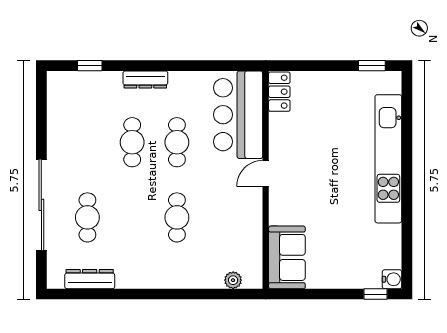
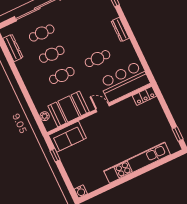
cafe table: (132, 142) -> (52, 54), moved
booth: (240, 233) -> (69, 109), added
window: (376, 294) -> (55, 155), moved

